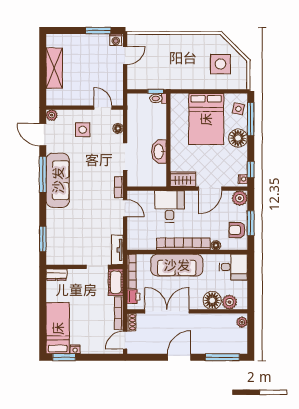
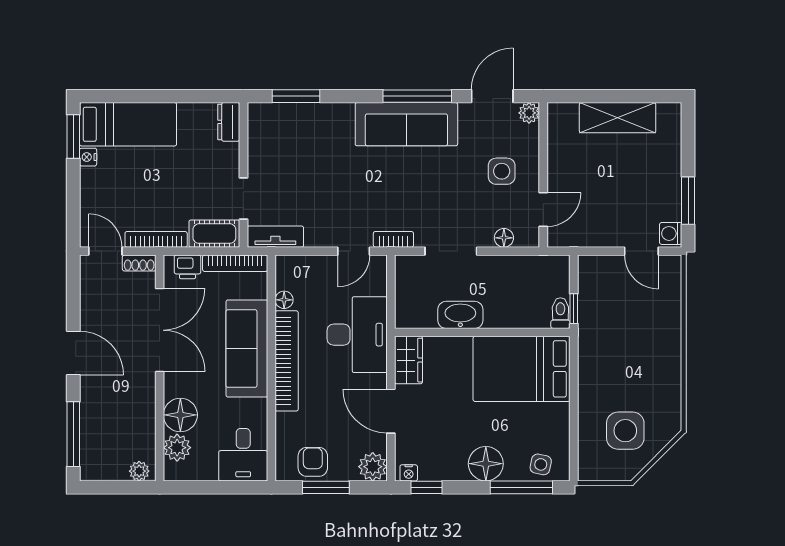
bed: (206, 119) -> (522, 369), moved
desk: (169, 206) -> (357, 335), width x1.37
floor lamp: (216, 245) -> (284, 300), moved

